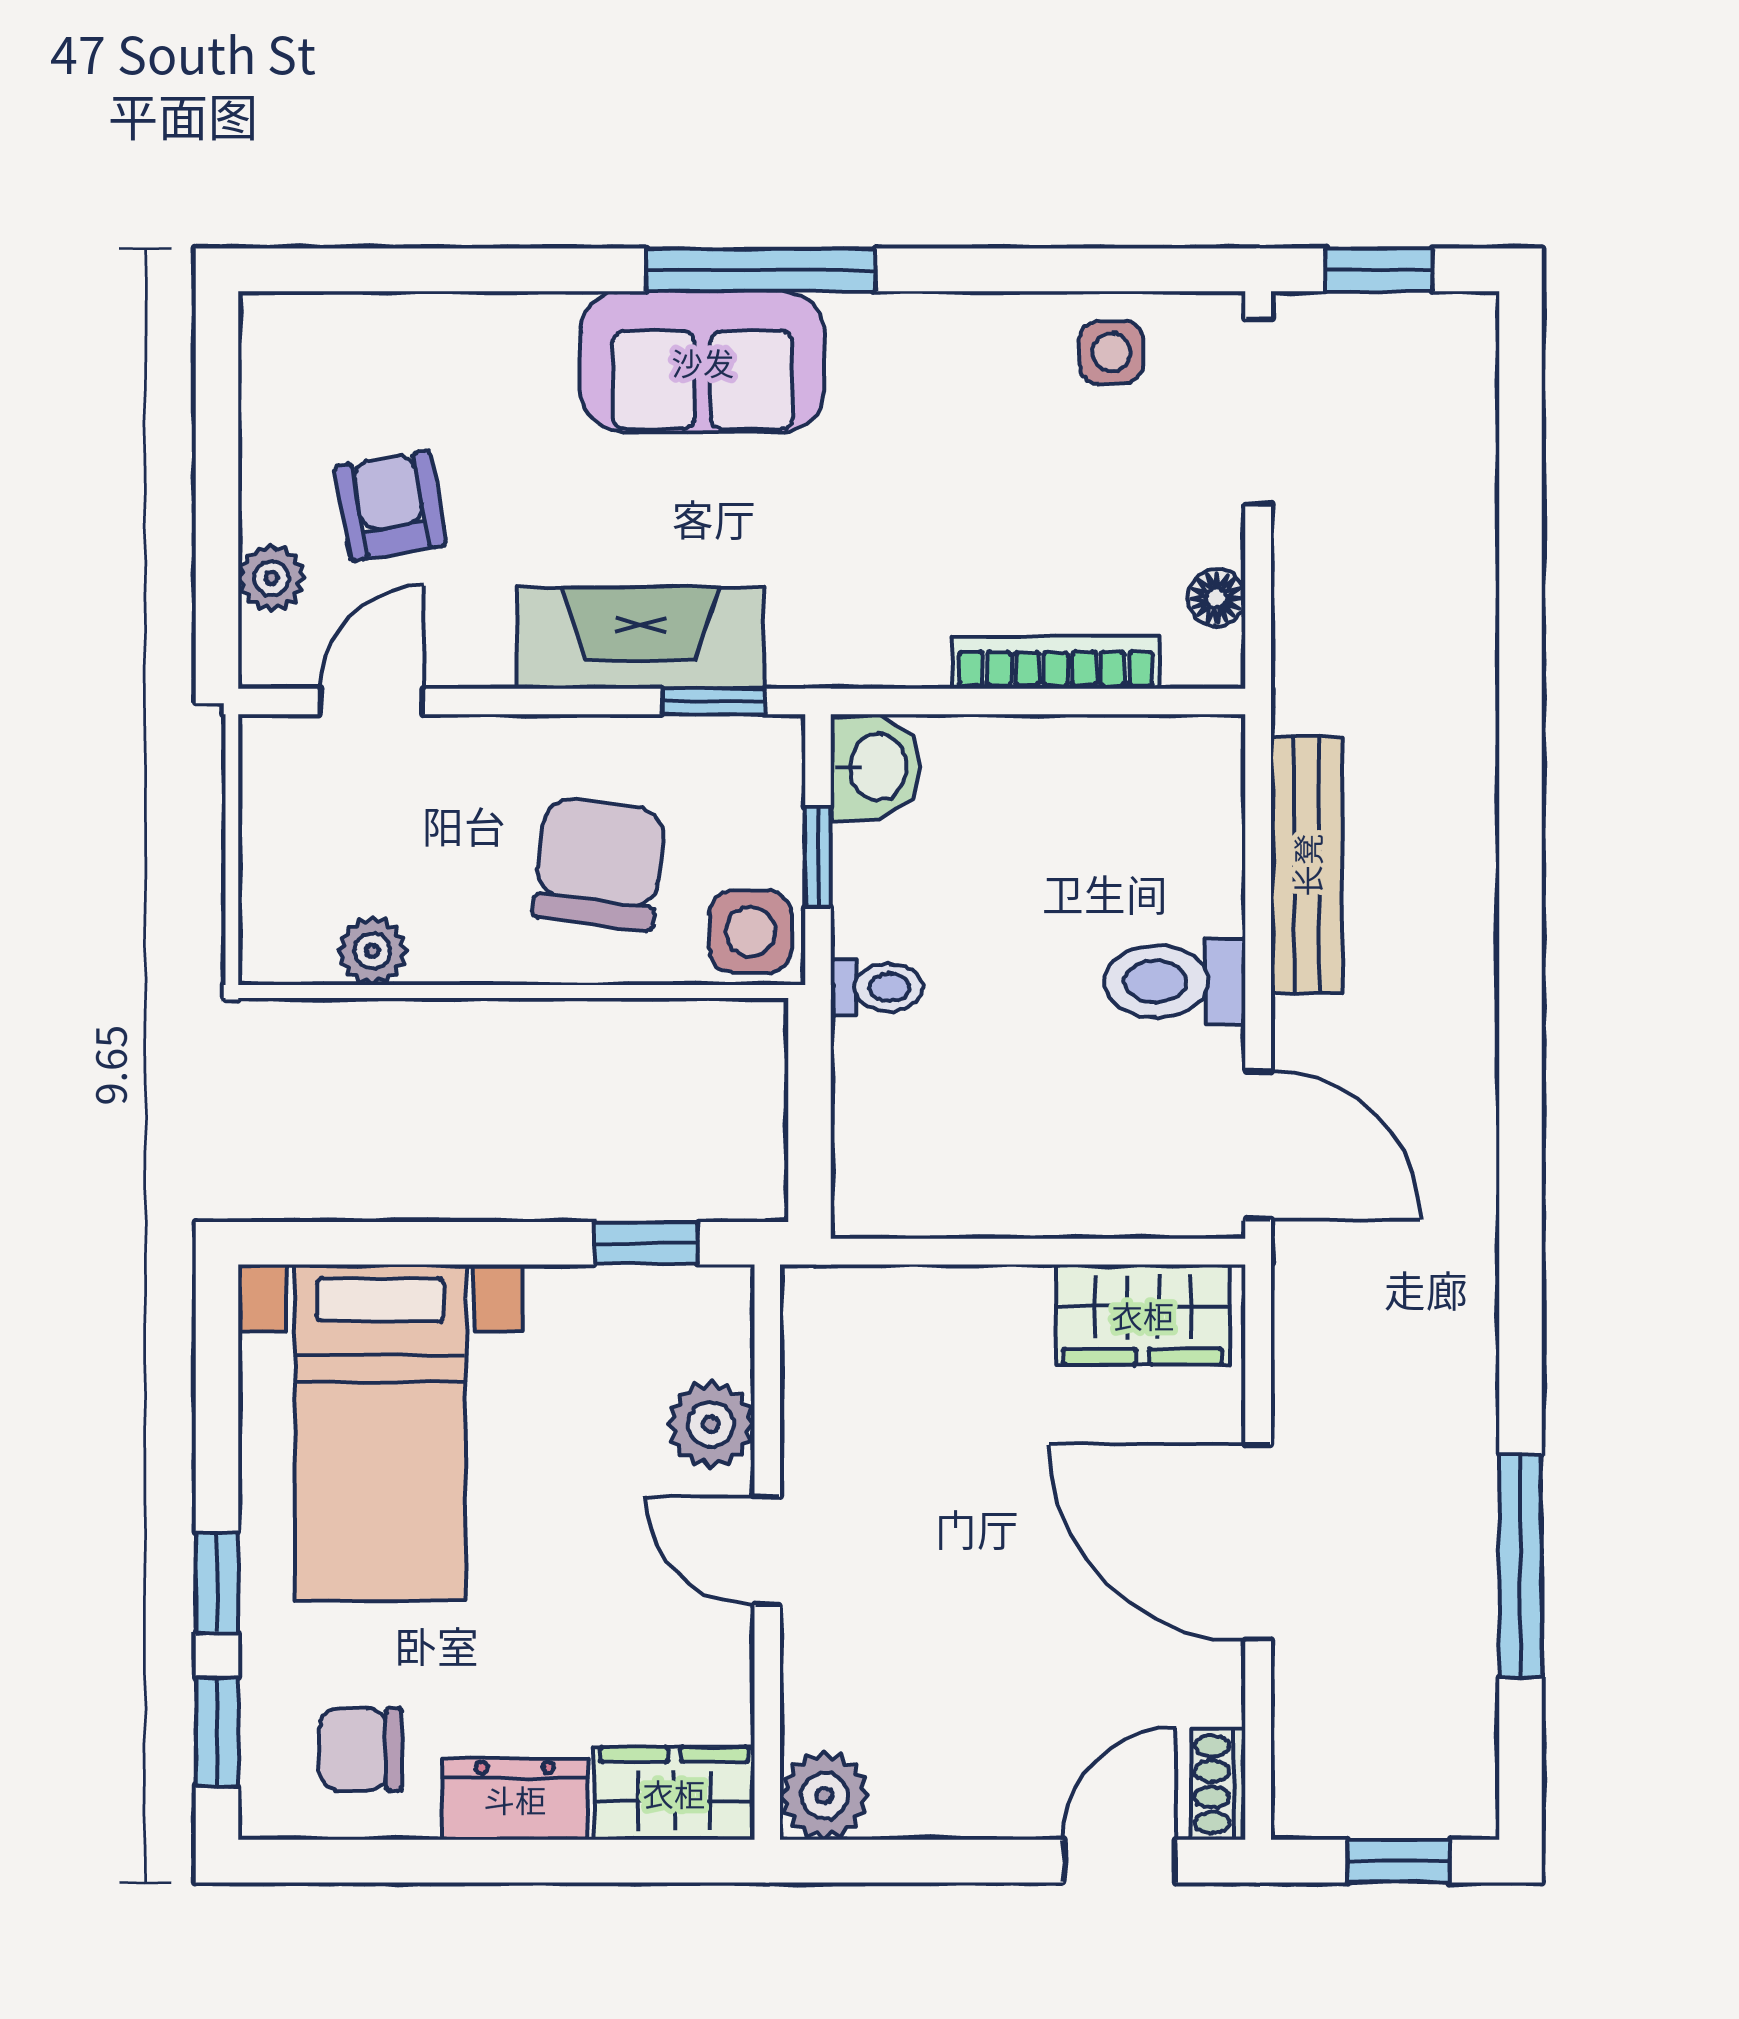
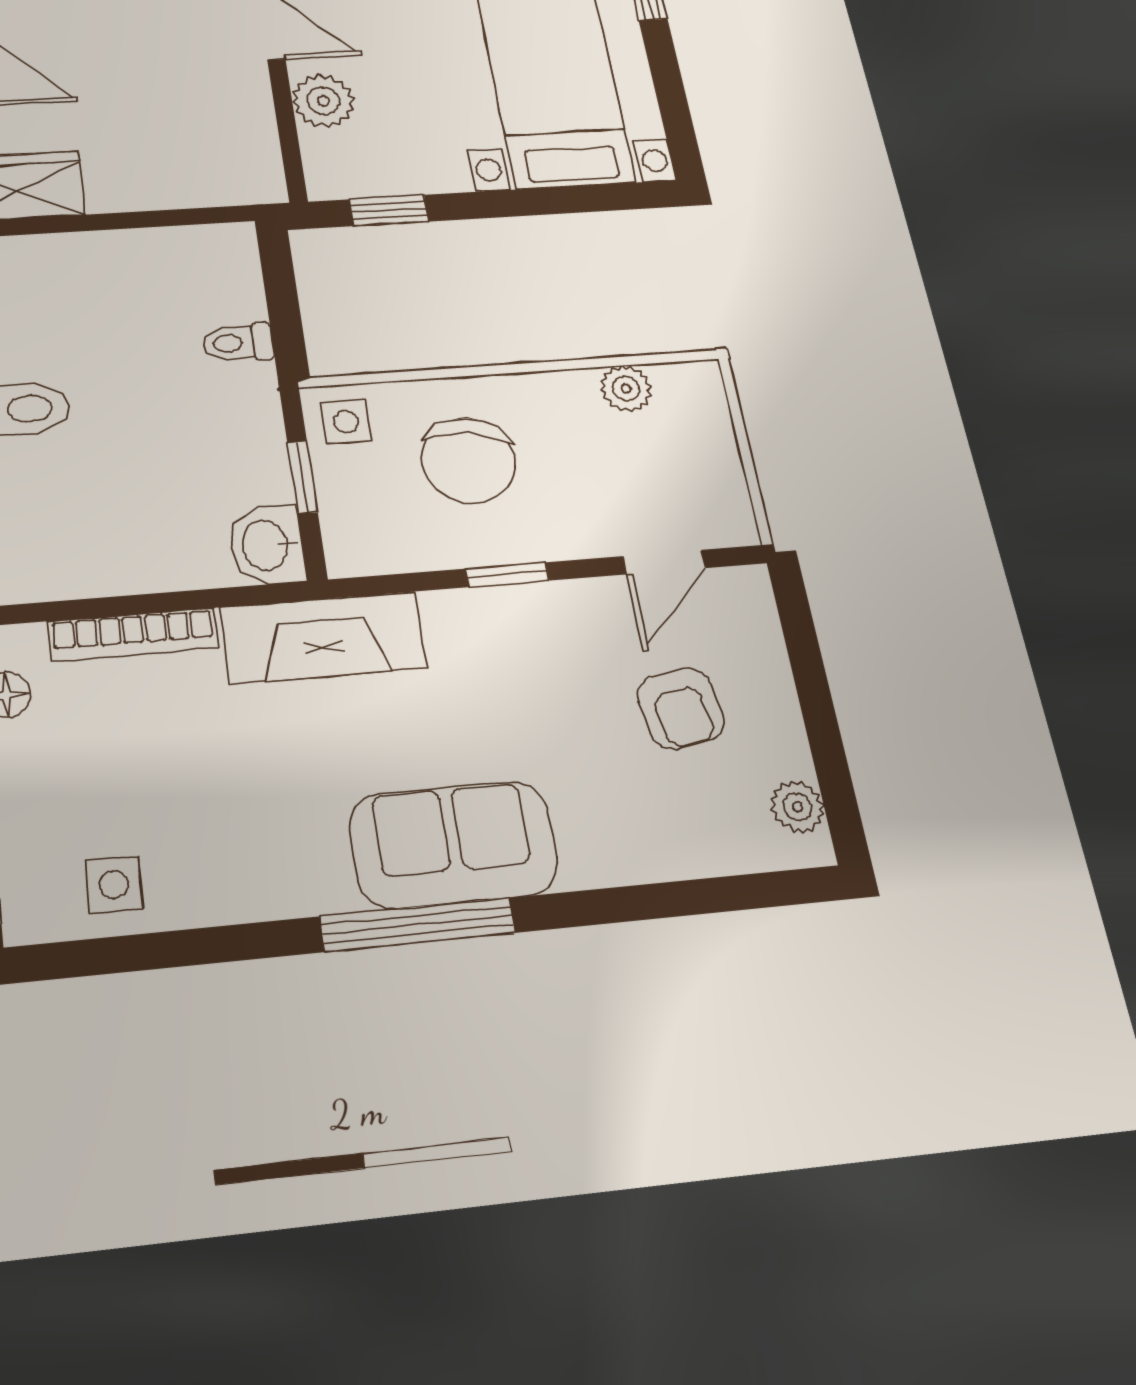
plant: (272, 578) -> (797, 807), moved
fireplace: (641, 638) -> (323, 637), moved
window: (713, 702) -> (507, 575), moved
side table: (750, 932) -> (346, 421), width x0.73, depth x0.73
toilet: (877, 987) -> (238, 343), moved

